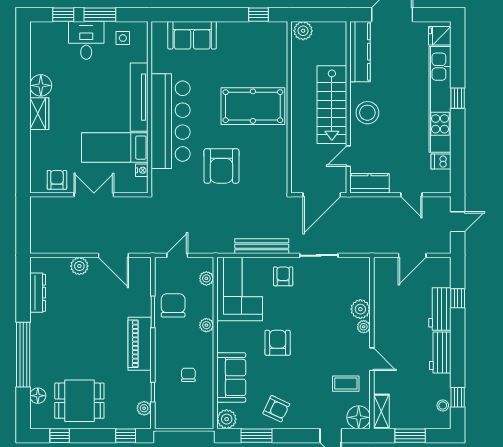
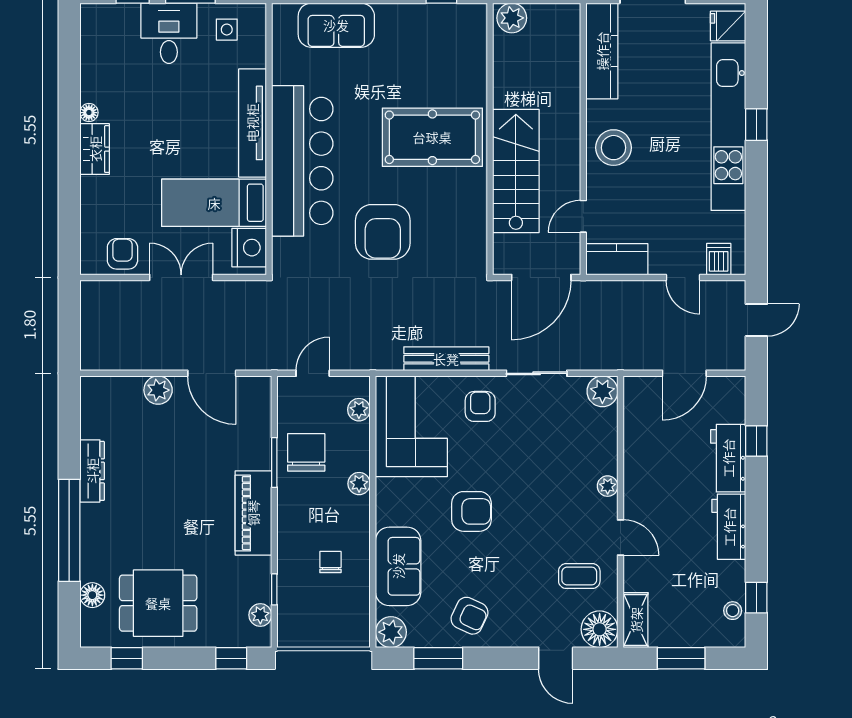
floor lamp: (41, 85) -> (89, 113), width x0.53, depth x0.53
stairs: (332, 105) -> (516, 171), moved, turned 180
dishwasher: (441, 161) -> (719, 259), moved, turned 90
nightstand: (142, 170) -> (249, 248), width x1.89, depth x1.79
dresser: (38, 293) -> (92, 471), moved
plant: (360, 309) -> (602, 391), moved
armchair: (278, 343) -> (471, 511), turned 90

